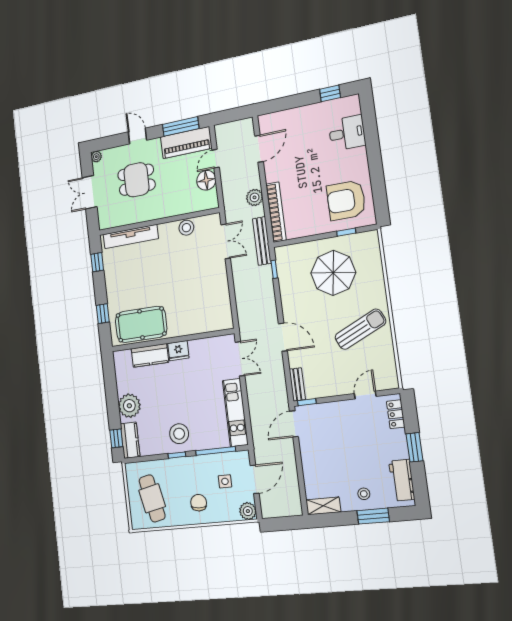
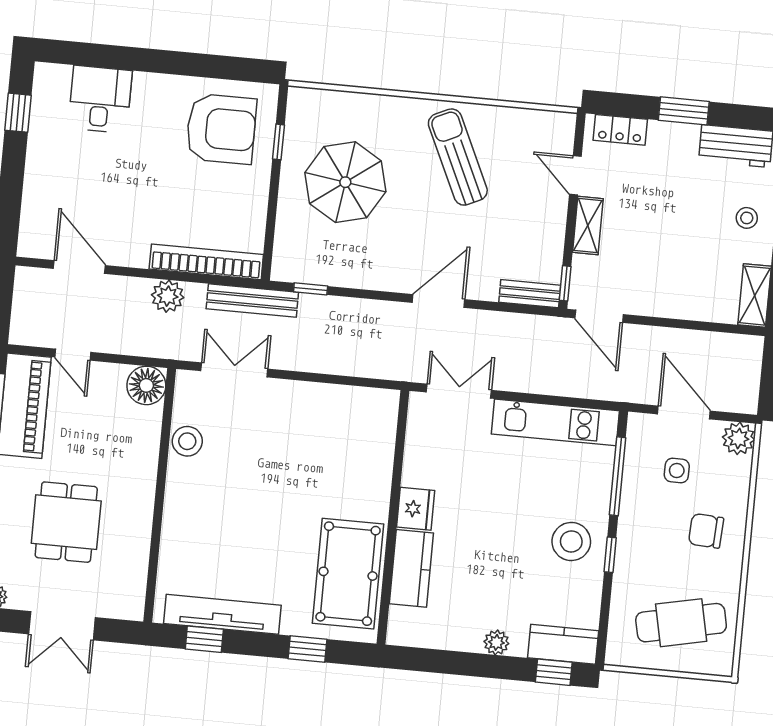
floor lamp: (206, 180) -> (146, 385), moved
armchair: (346, 200) -> (221, 129), turned -90
tv unit: (131, 236) -> (222, 614), moved, turned -90
plant: (129, 406) -> (496, 642), width x0.53, depth x0.53
shelving: (340, 408) -> (588, 225), added

